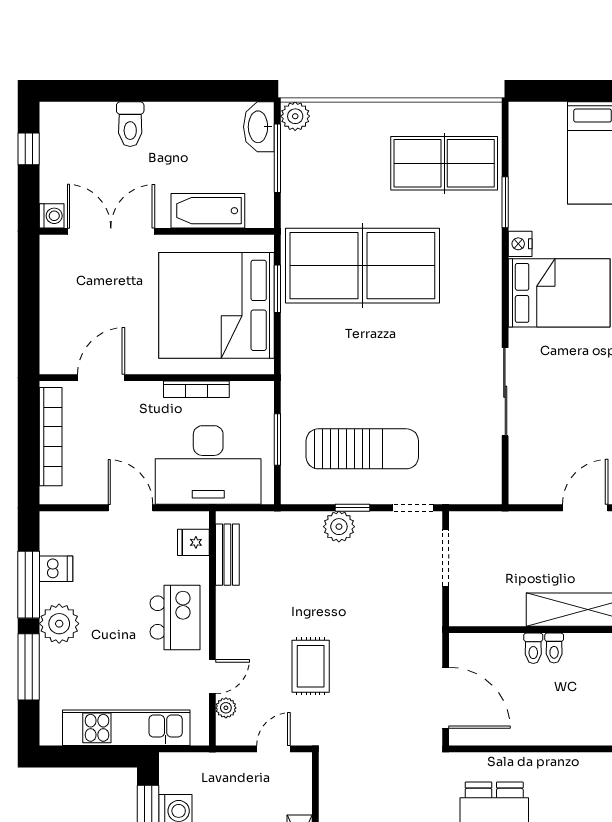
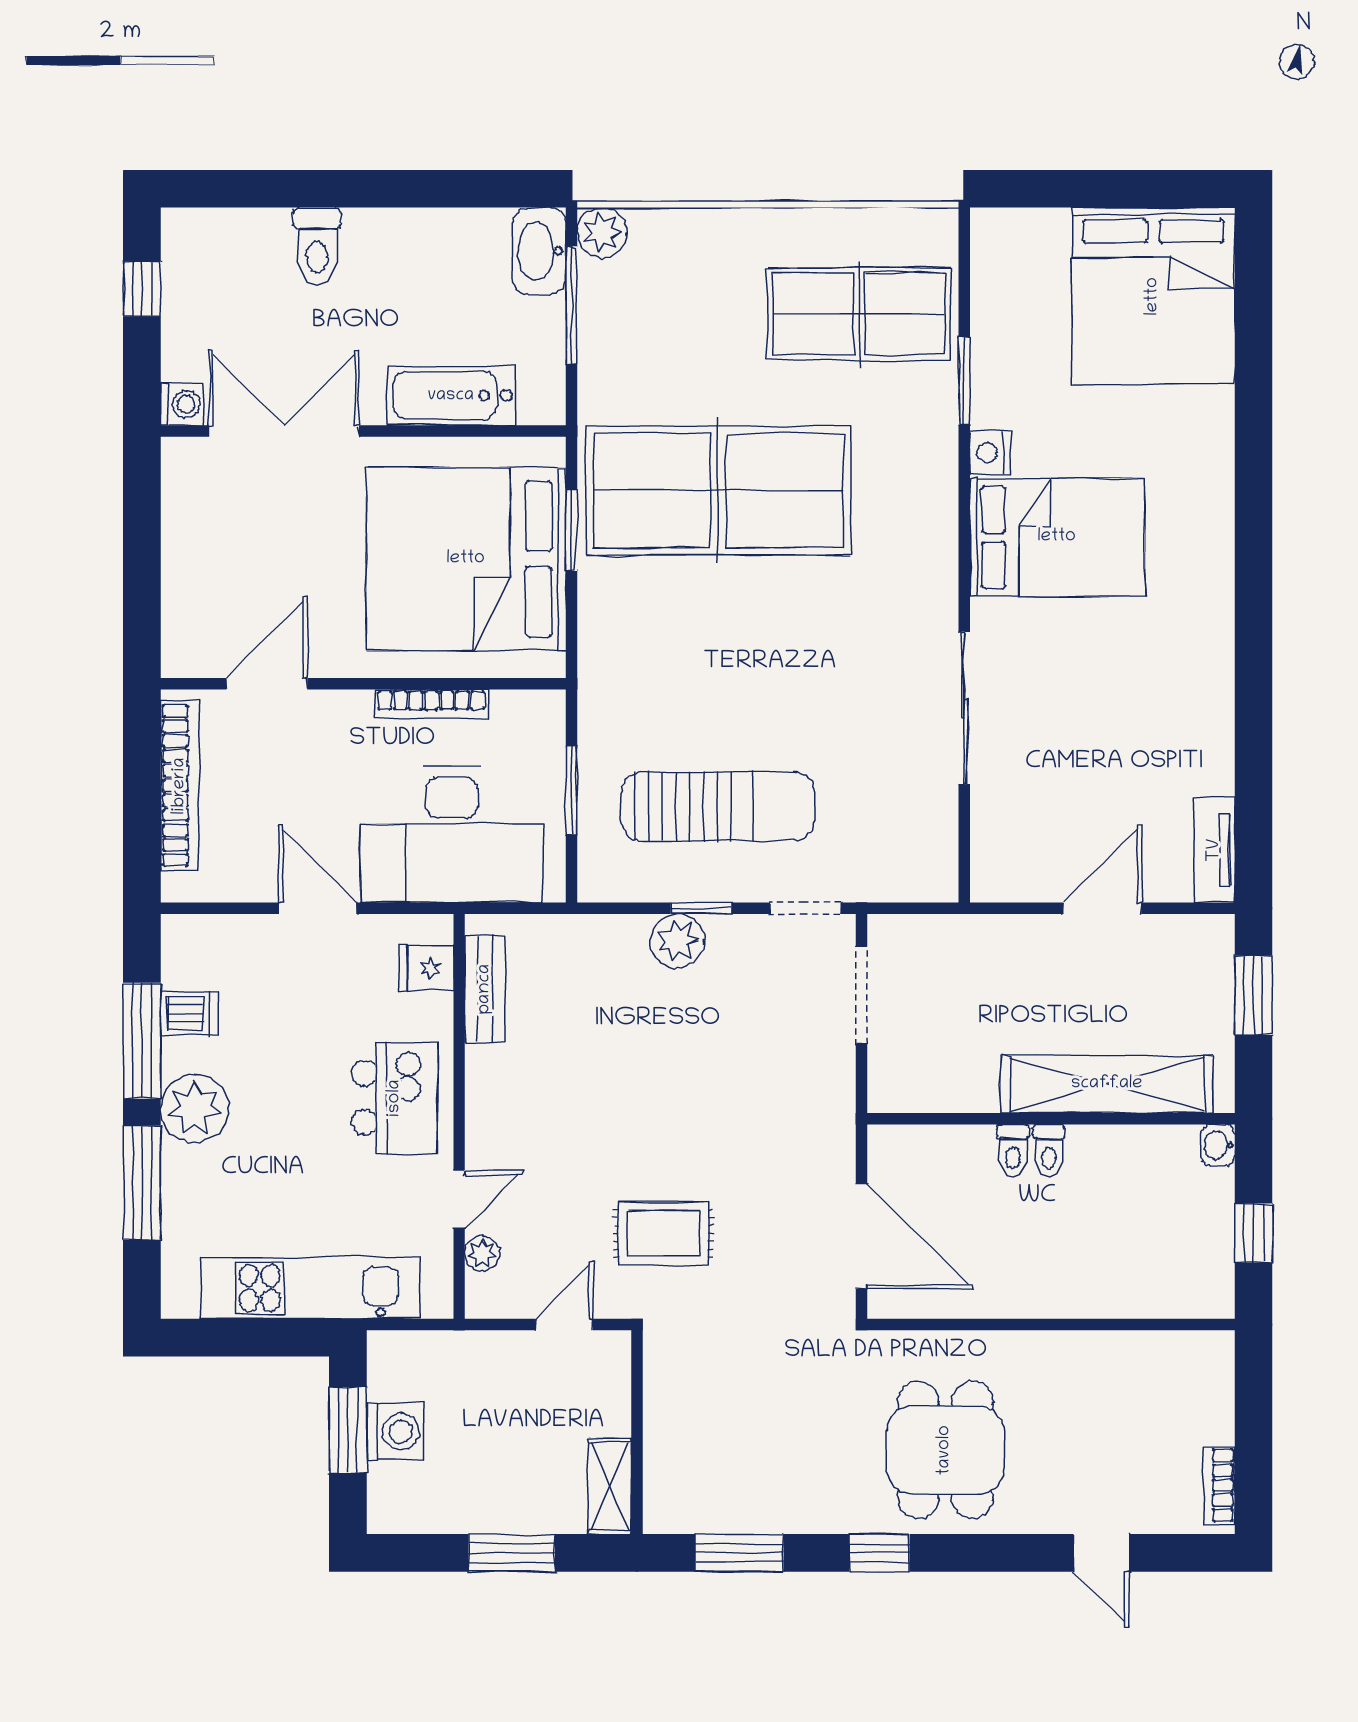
rug: (311, 666) -> (663, 1233), moved, turned 90

